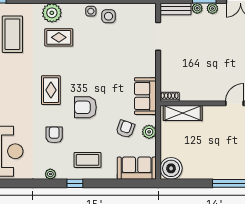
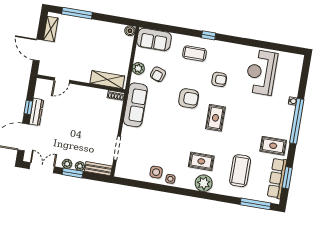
sofa: (145, 96) -> (135, 105), width x1.36
armchair: (54, 135) -> (219, 79), turned -90
boiler: (171, 168) -> (130, 31), width x0.54, depth x0.54
plant: (50, 174) -> (228, 47), removed

